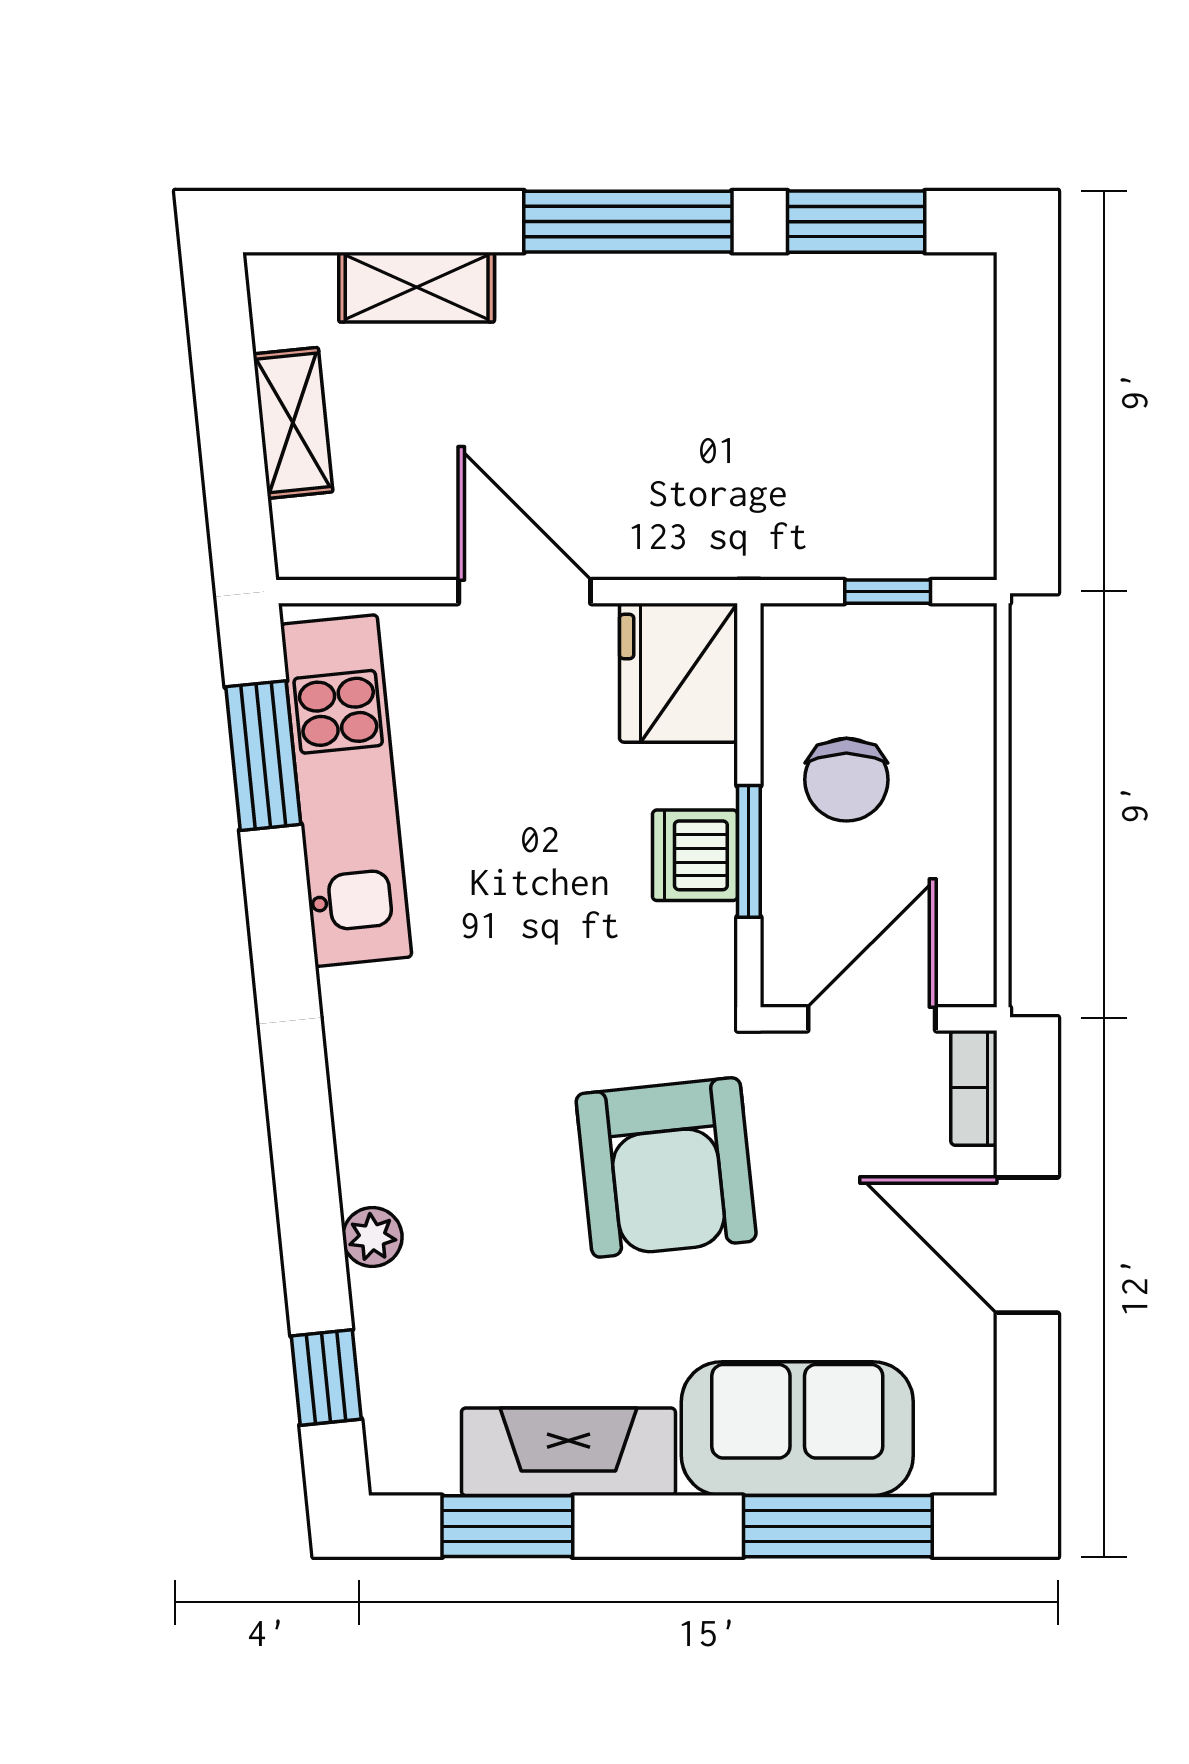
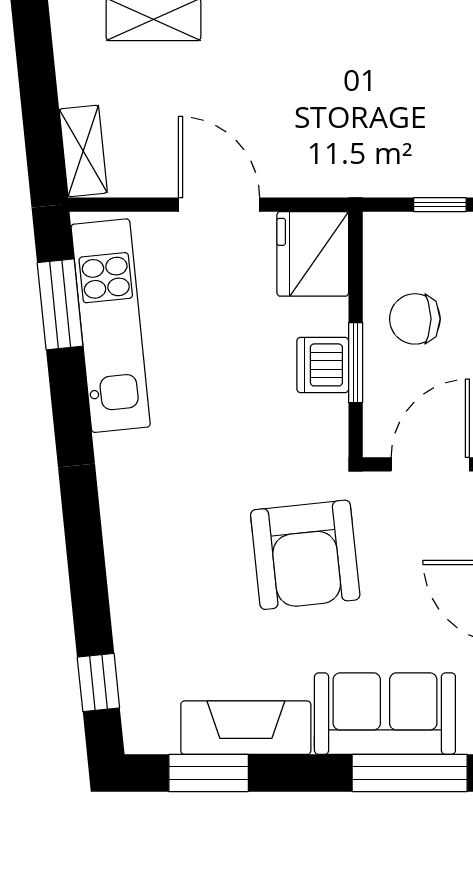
shelving: (293, 423) -> (83, 151), moved
chair: (846, 780) -> (415, 319), turned 90
plant: (372, 1237) -> (127, 597), removed

